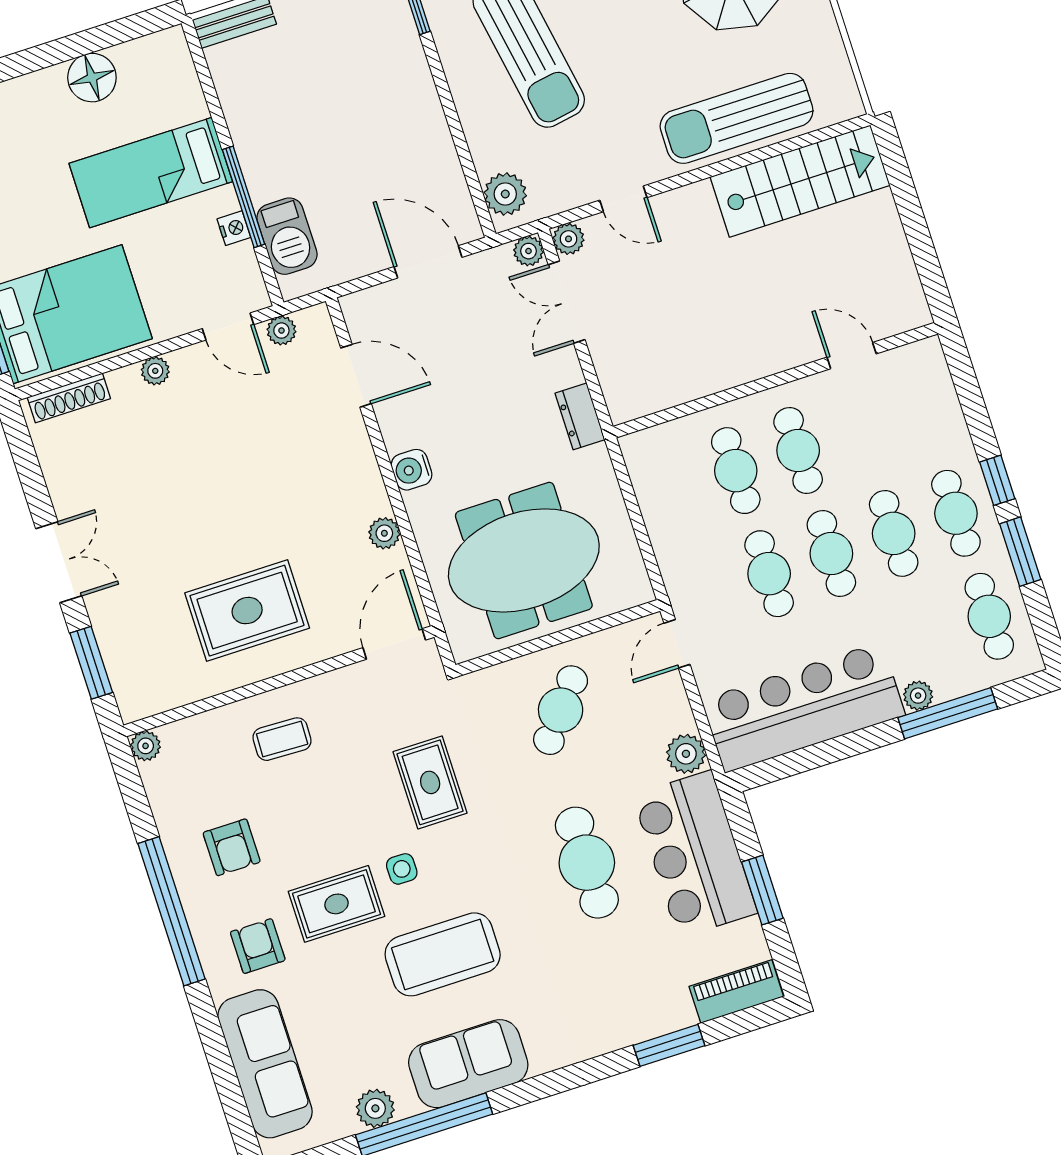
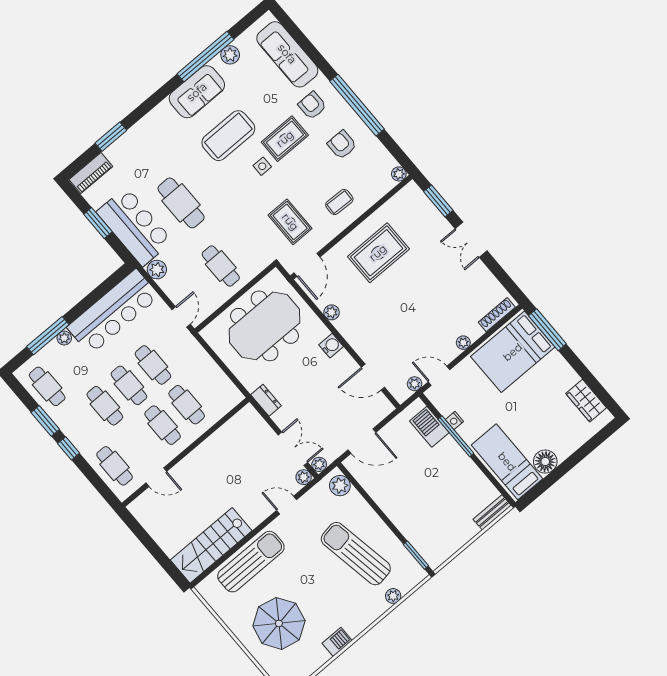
bed: (151, 173) -> (507, 462), moved, turned -90
cafe table: (956, 513) -> (115, 466), moved
cafe table: (561, 710) -> (221, 266), turned -39
rug: (430, 782) -> (290, 222), moved
armchair: (258, 946) -> (312, 105), turned 180

